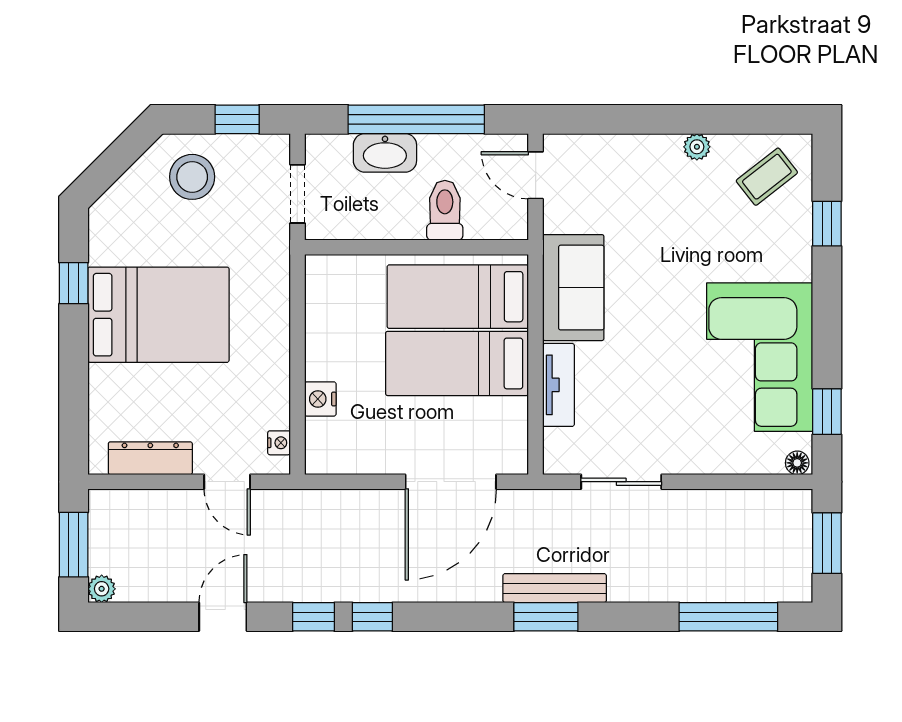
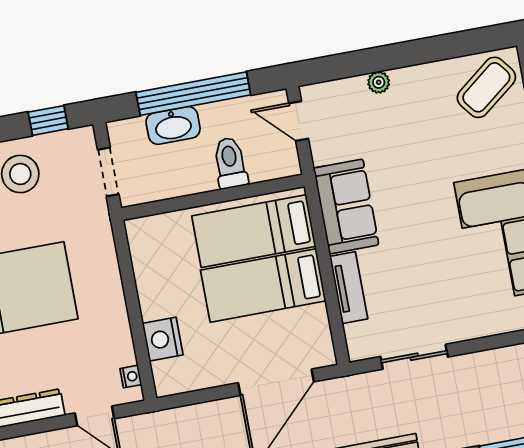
plant: (697, 147) -> (379, 82), moved
coffee table: (767, 177) -> (486, 87), width x1.36, depth x1.30
nightstand: (320, 399) -> (163, 339), width x1.36, depth x1.33

